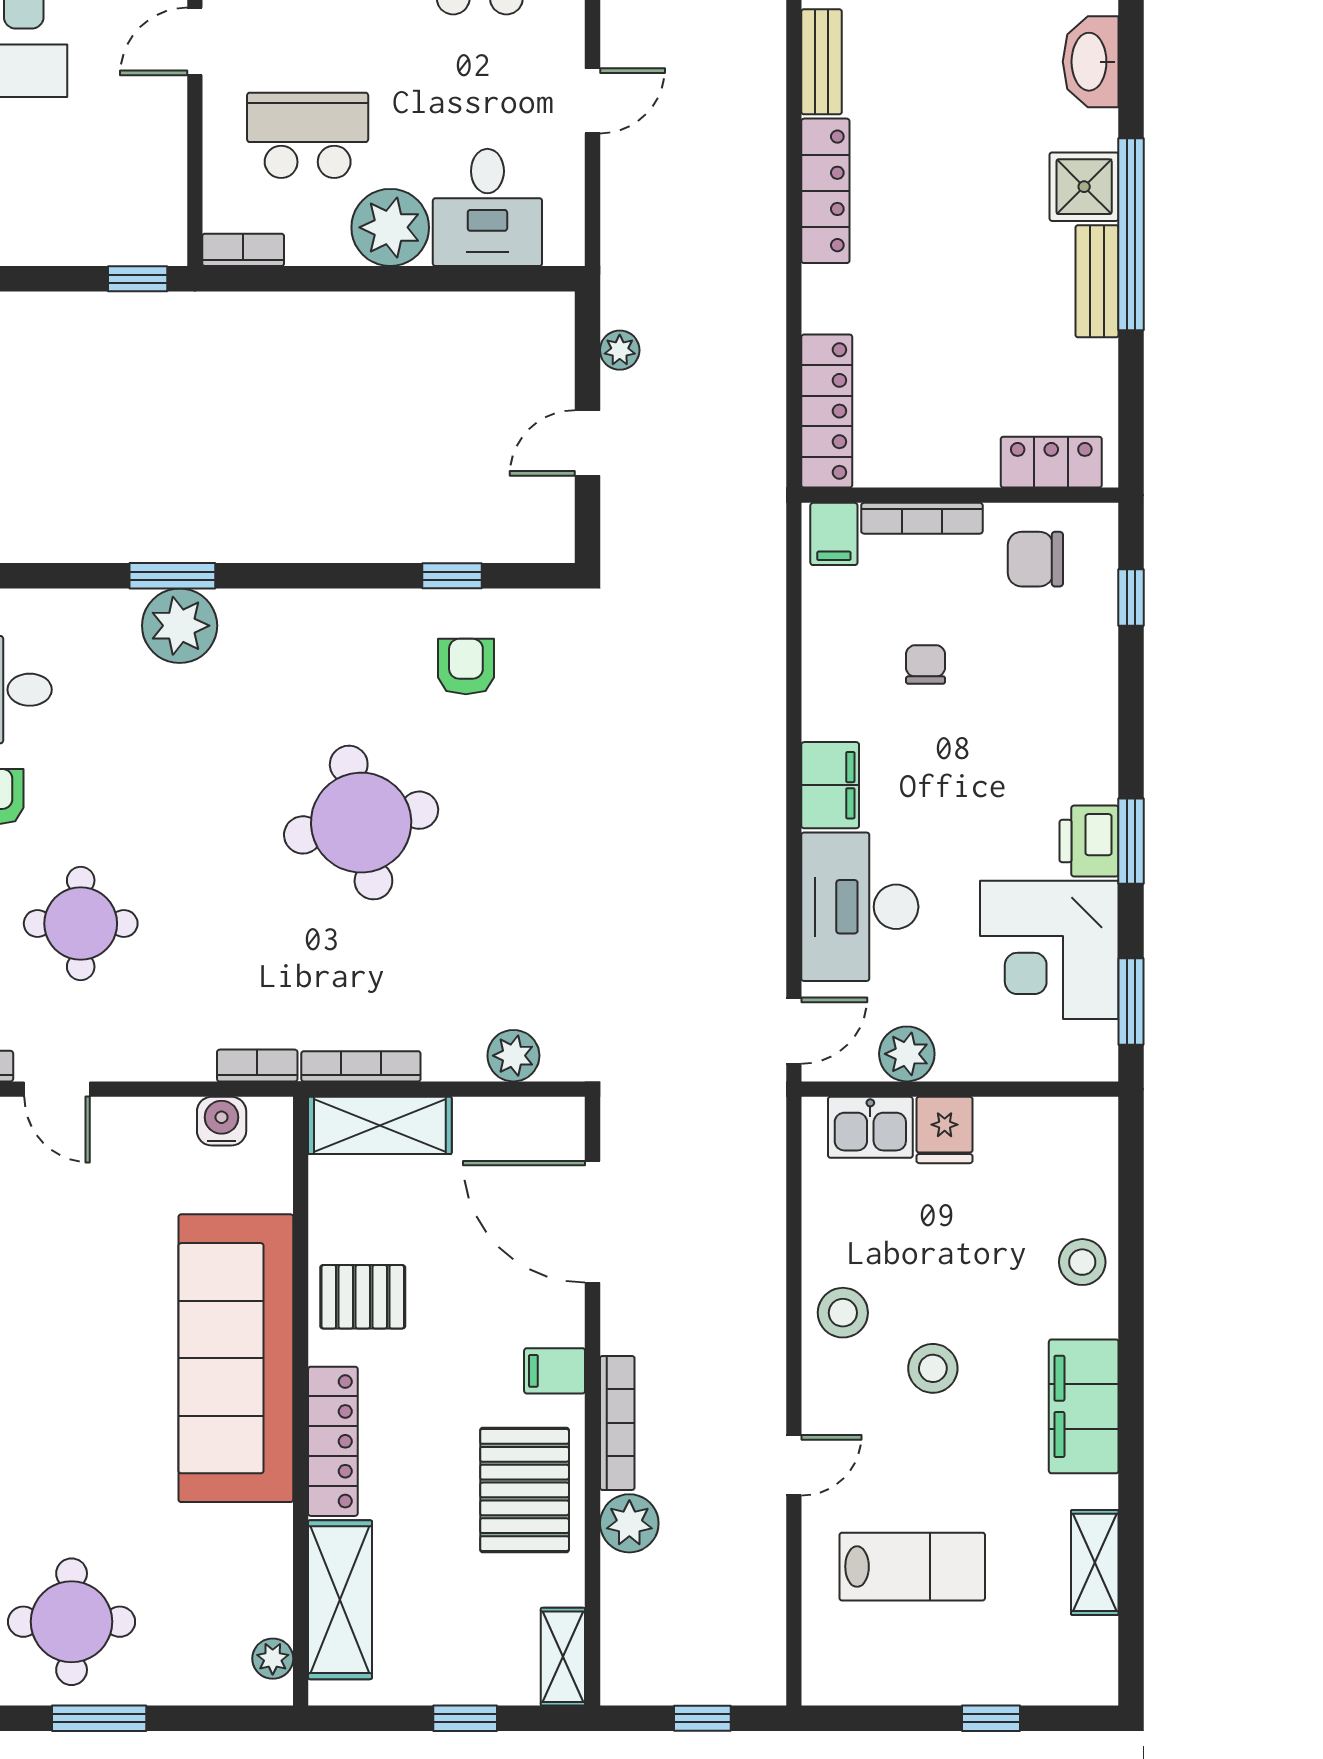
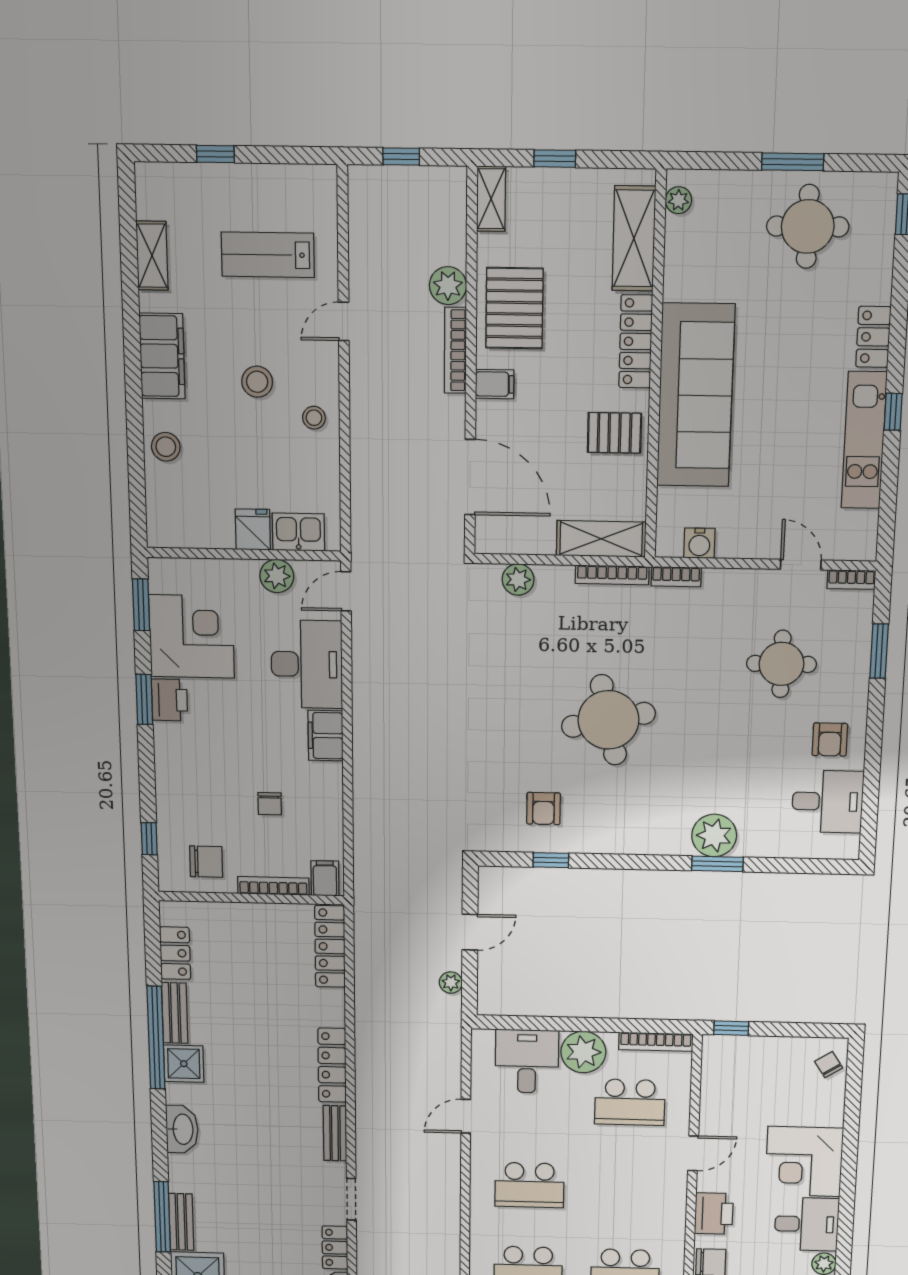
bookcase: (243, 250) -> (656, 1042), width x1.56
locker: (1051, 462) -> (175, 953), moved, turned -90
stool: (843, 1313) -> (314, 418), width x0.73, depth x0.73

